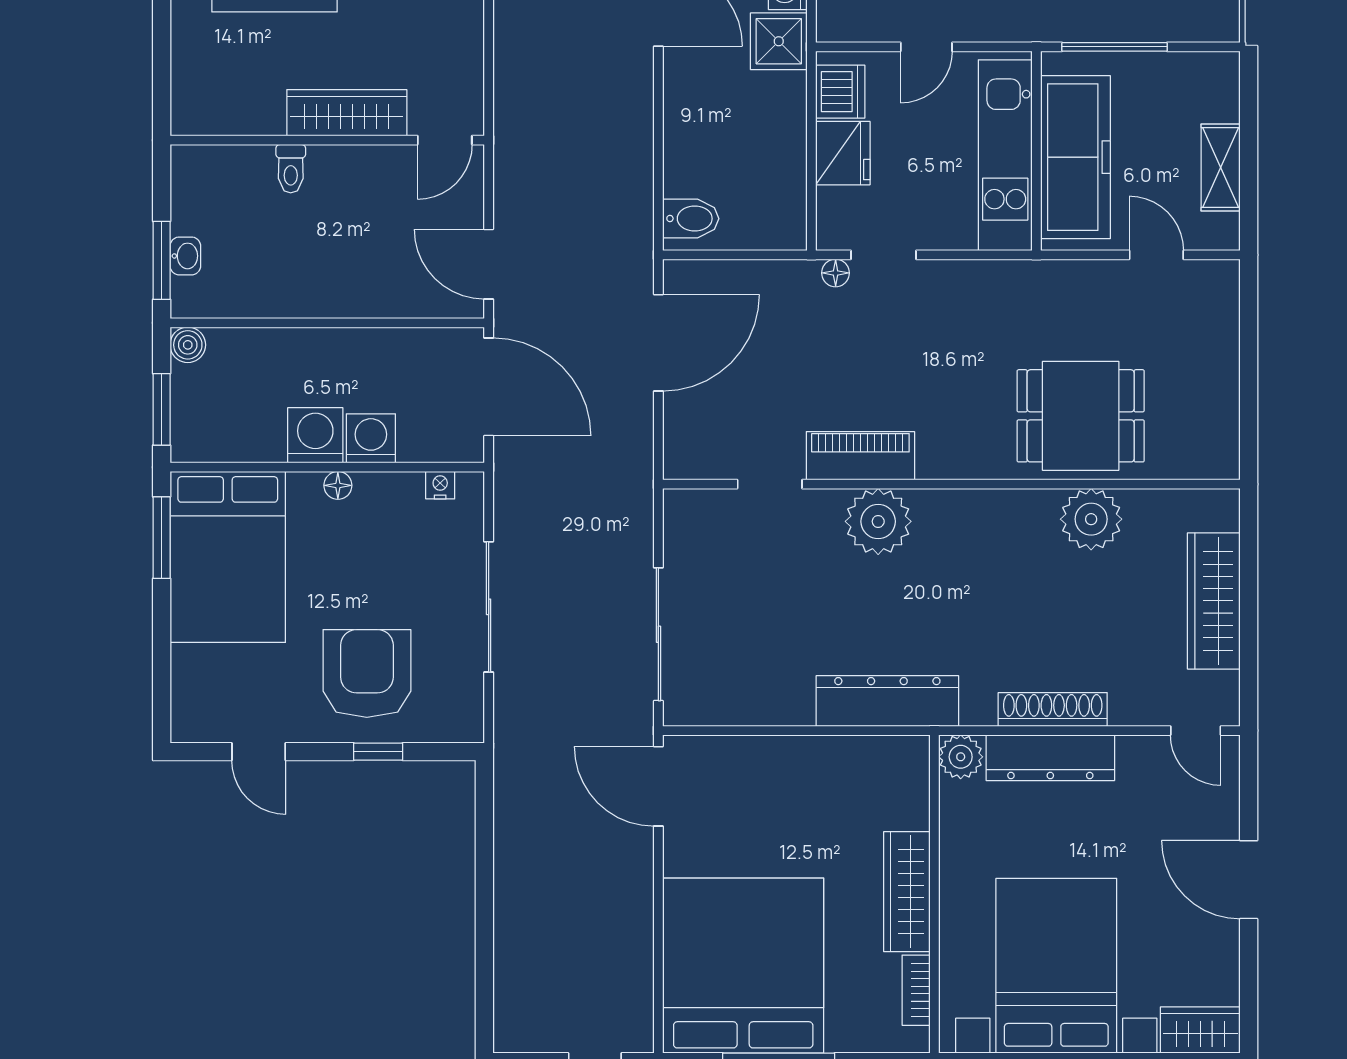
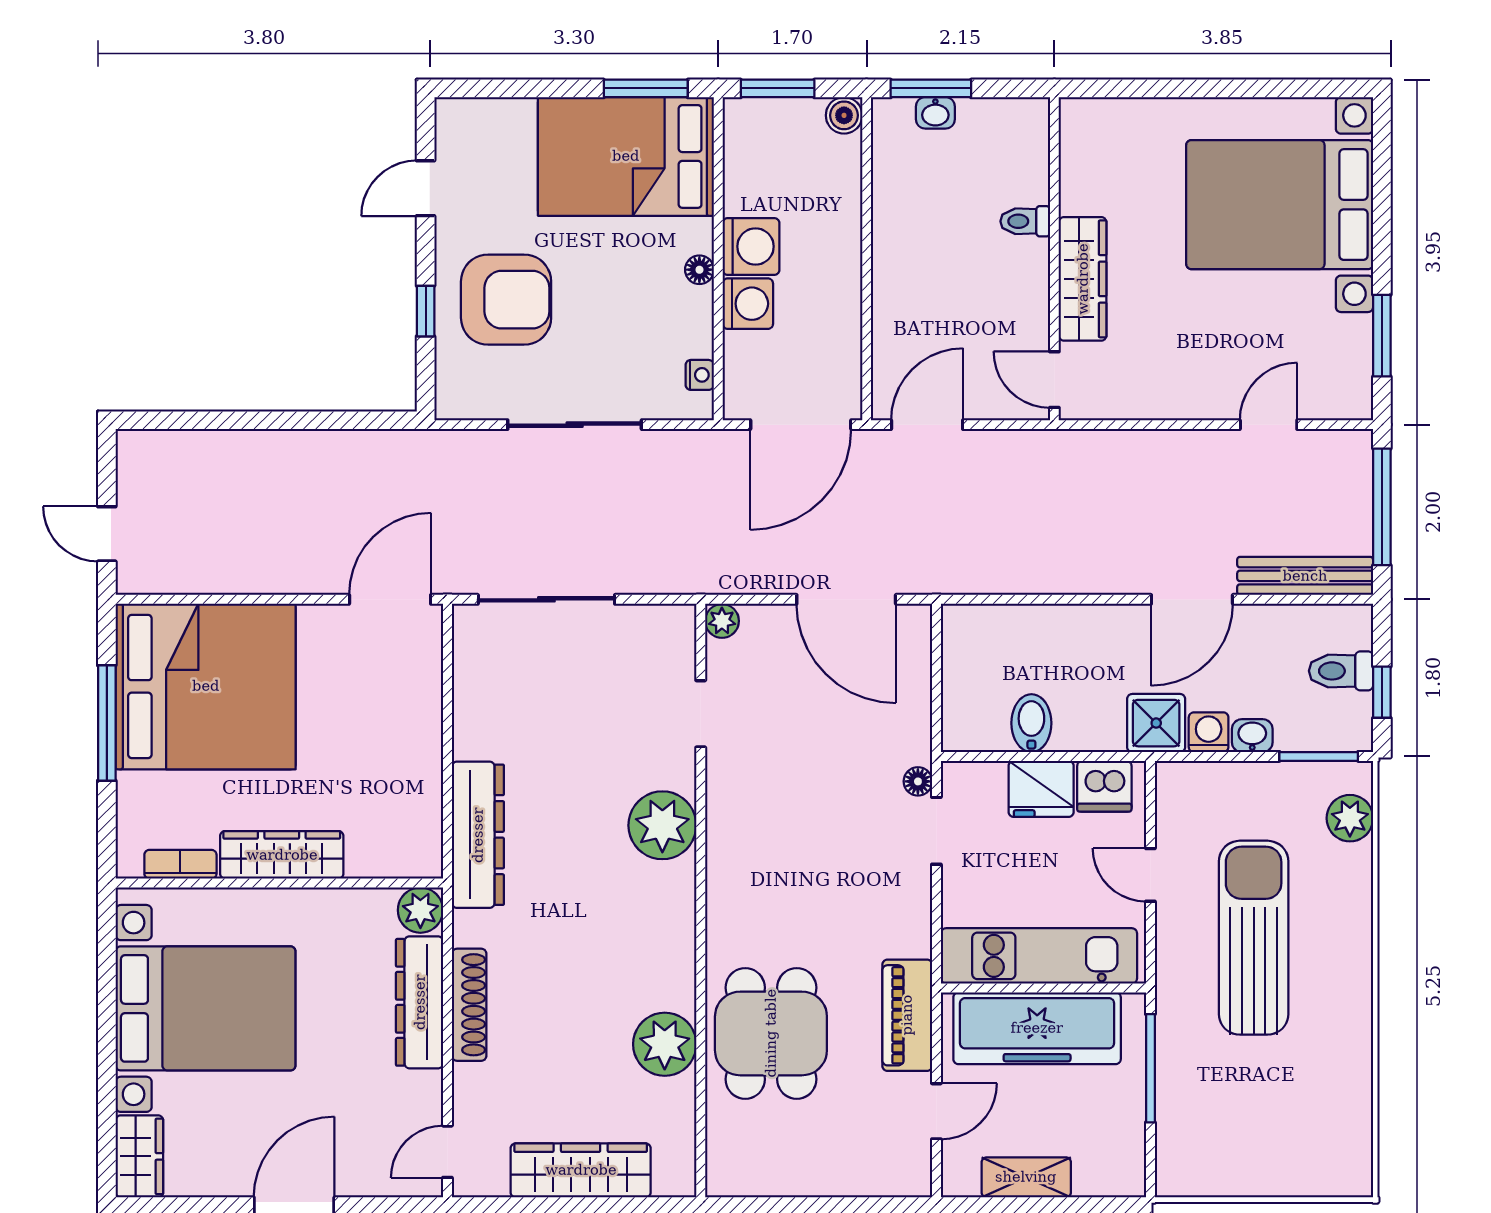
bidet: (691, 219) -> (1031, 723), moved, turned 180
piano: (860, 456) -> (907, 1015), moved, turned 180
plant: (679, 463) -> (722, 621), added

